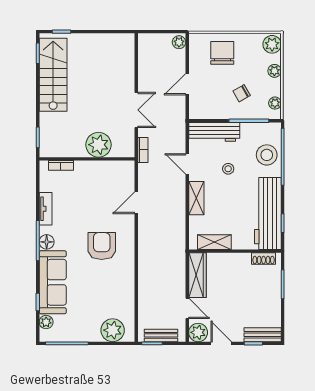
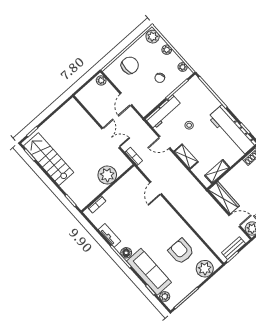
chair: (222, 53) -> (130, 65), turned 90
stool: (267, 155) -> (203, 99), removed
armchair: (102, 246) -> (181, 251), moved

